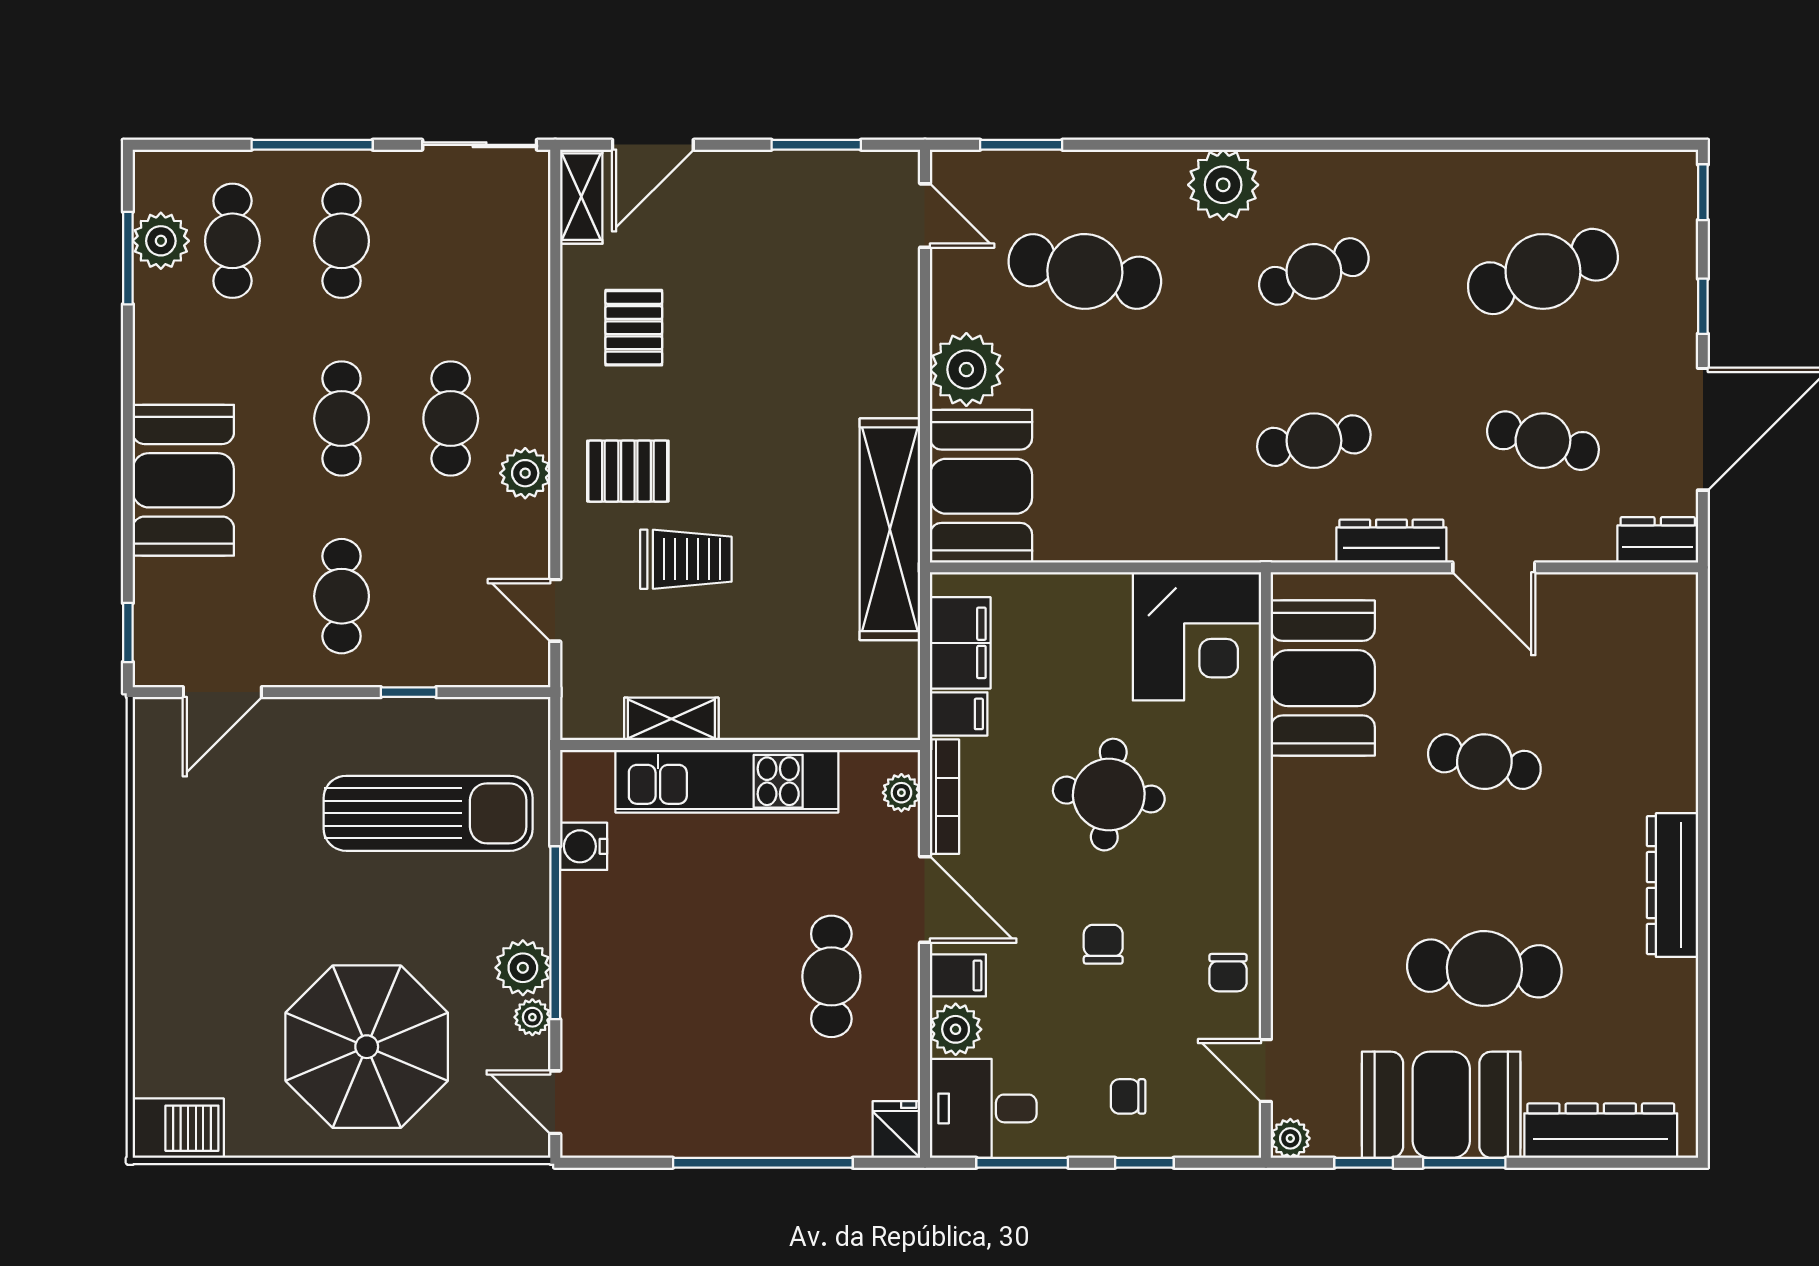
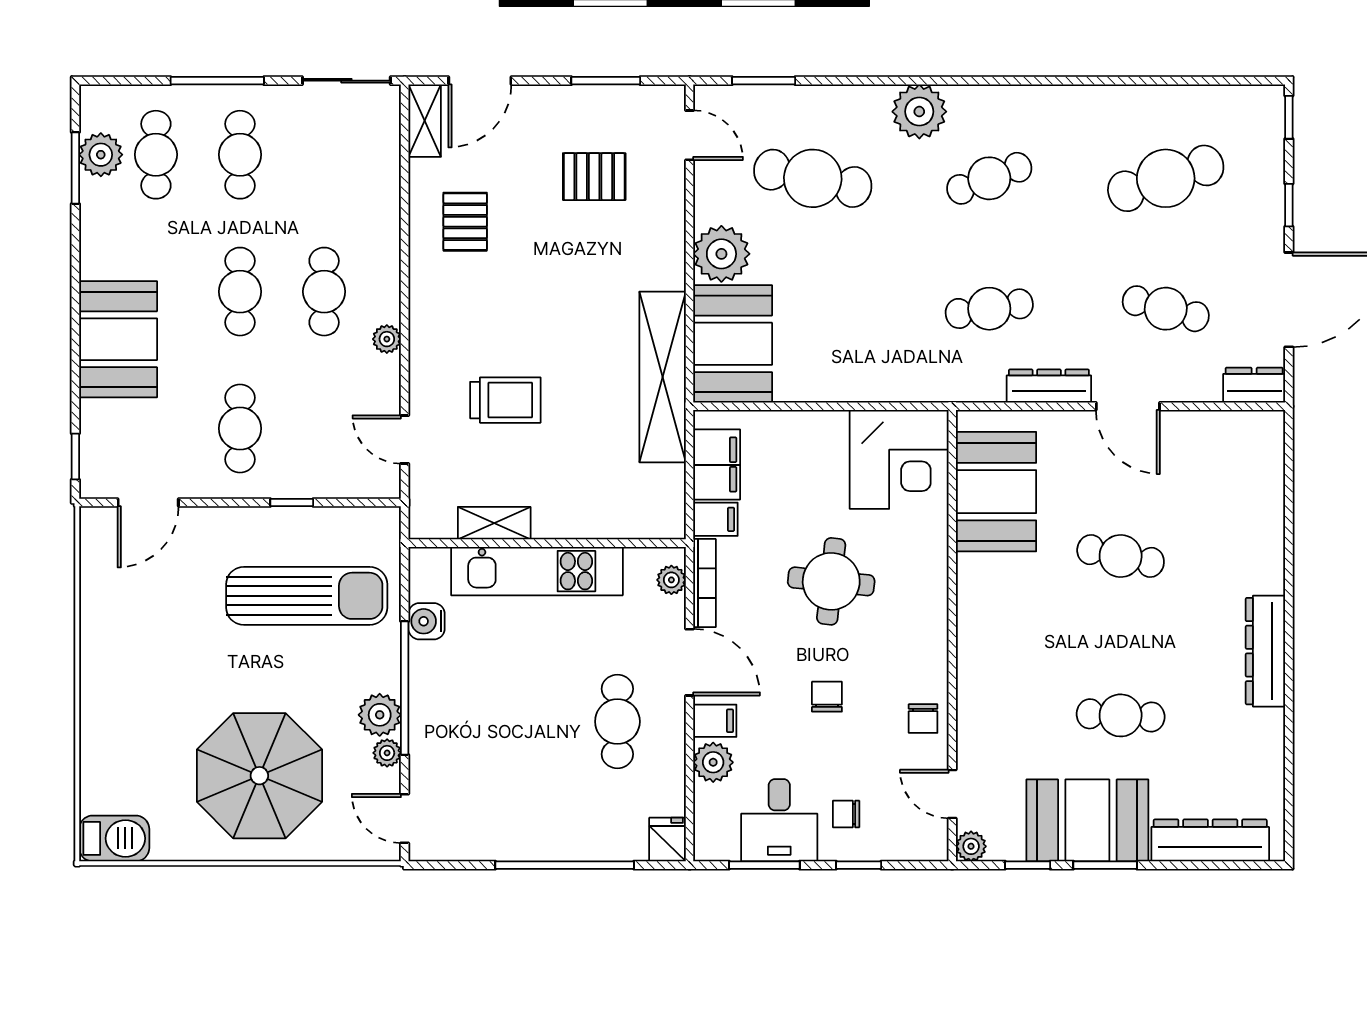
pallet: (628, 471) -> (594, 177), moved
plant: (525, 473) -> (387, 339), width x0.73, depth x0.73
cafe table: (1484, 968) -> (1121, 715), width x0.73, depth x0.74
desk: (983, 1108) -> (779, 820), moved, turned -90

